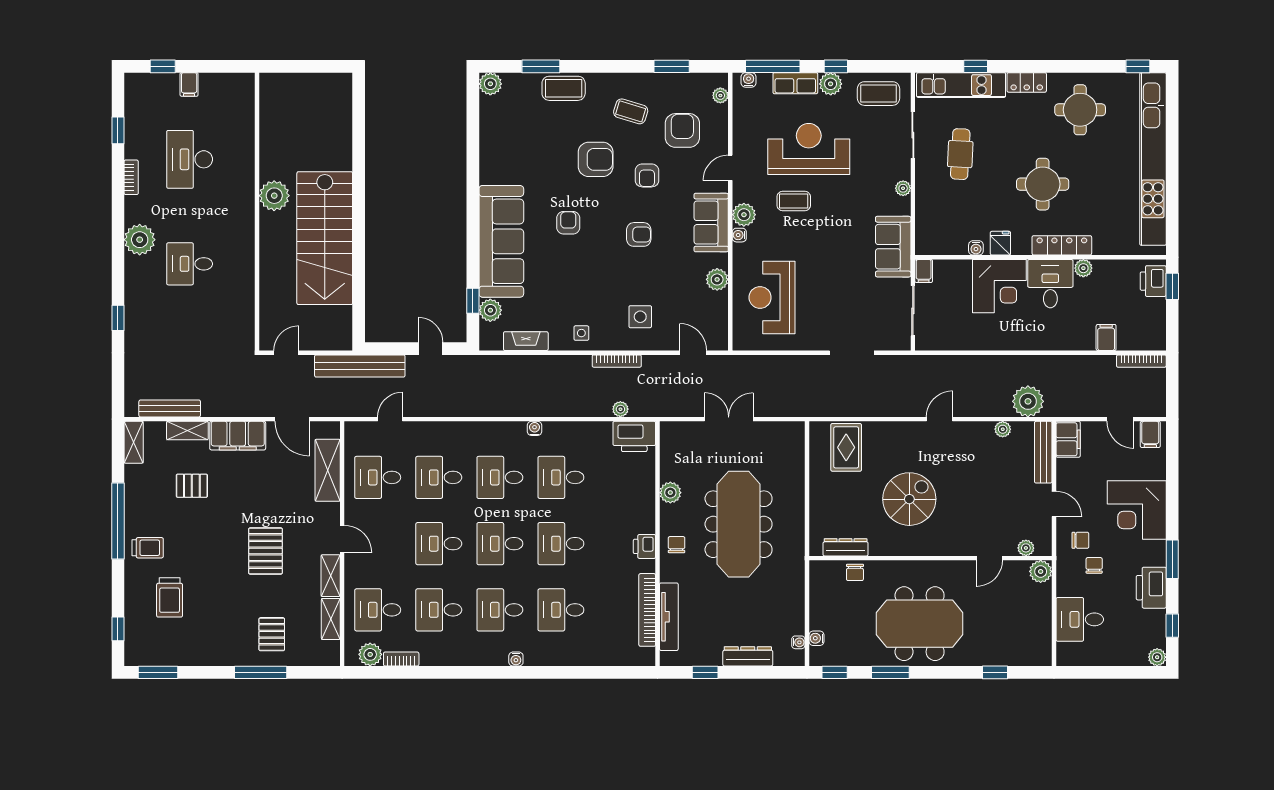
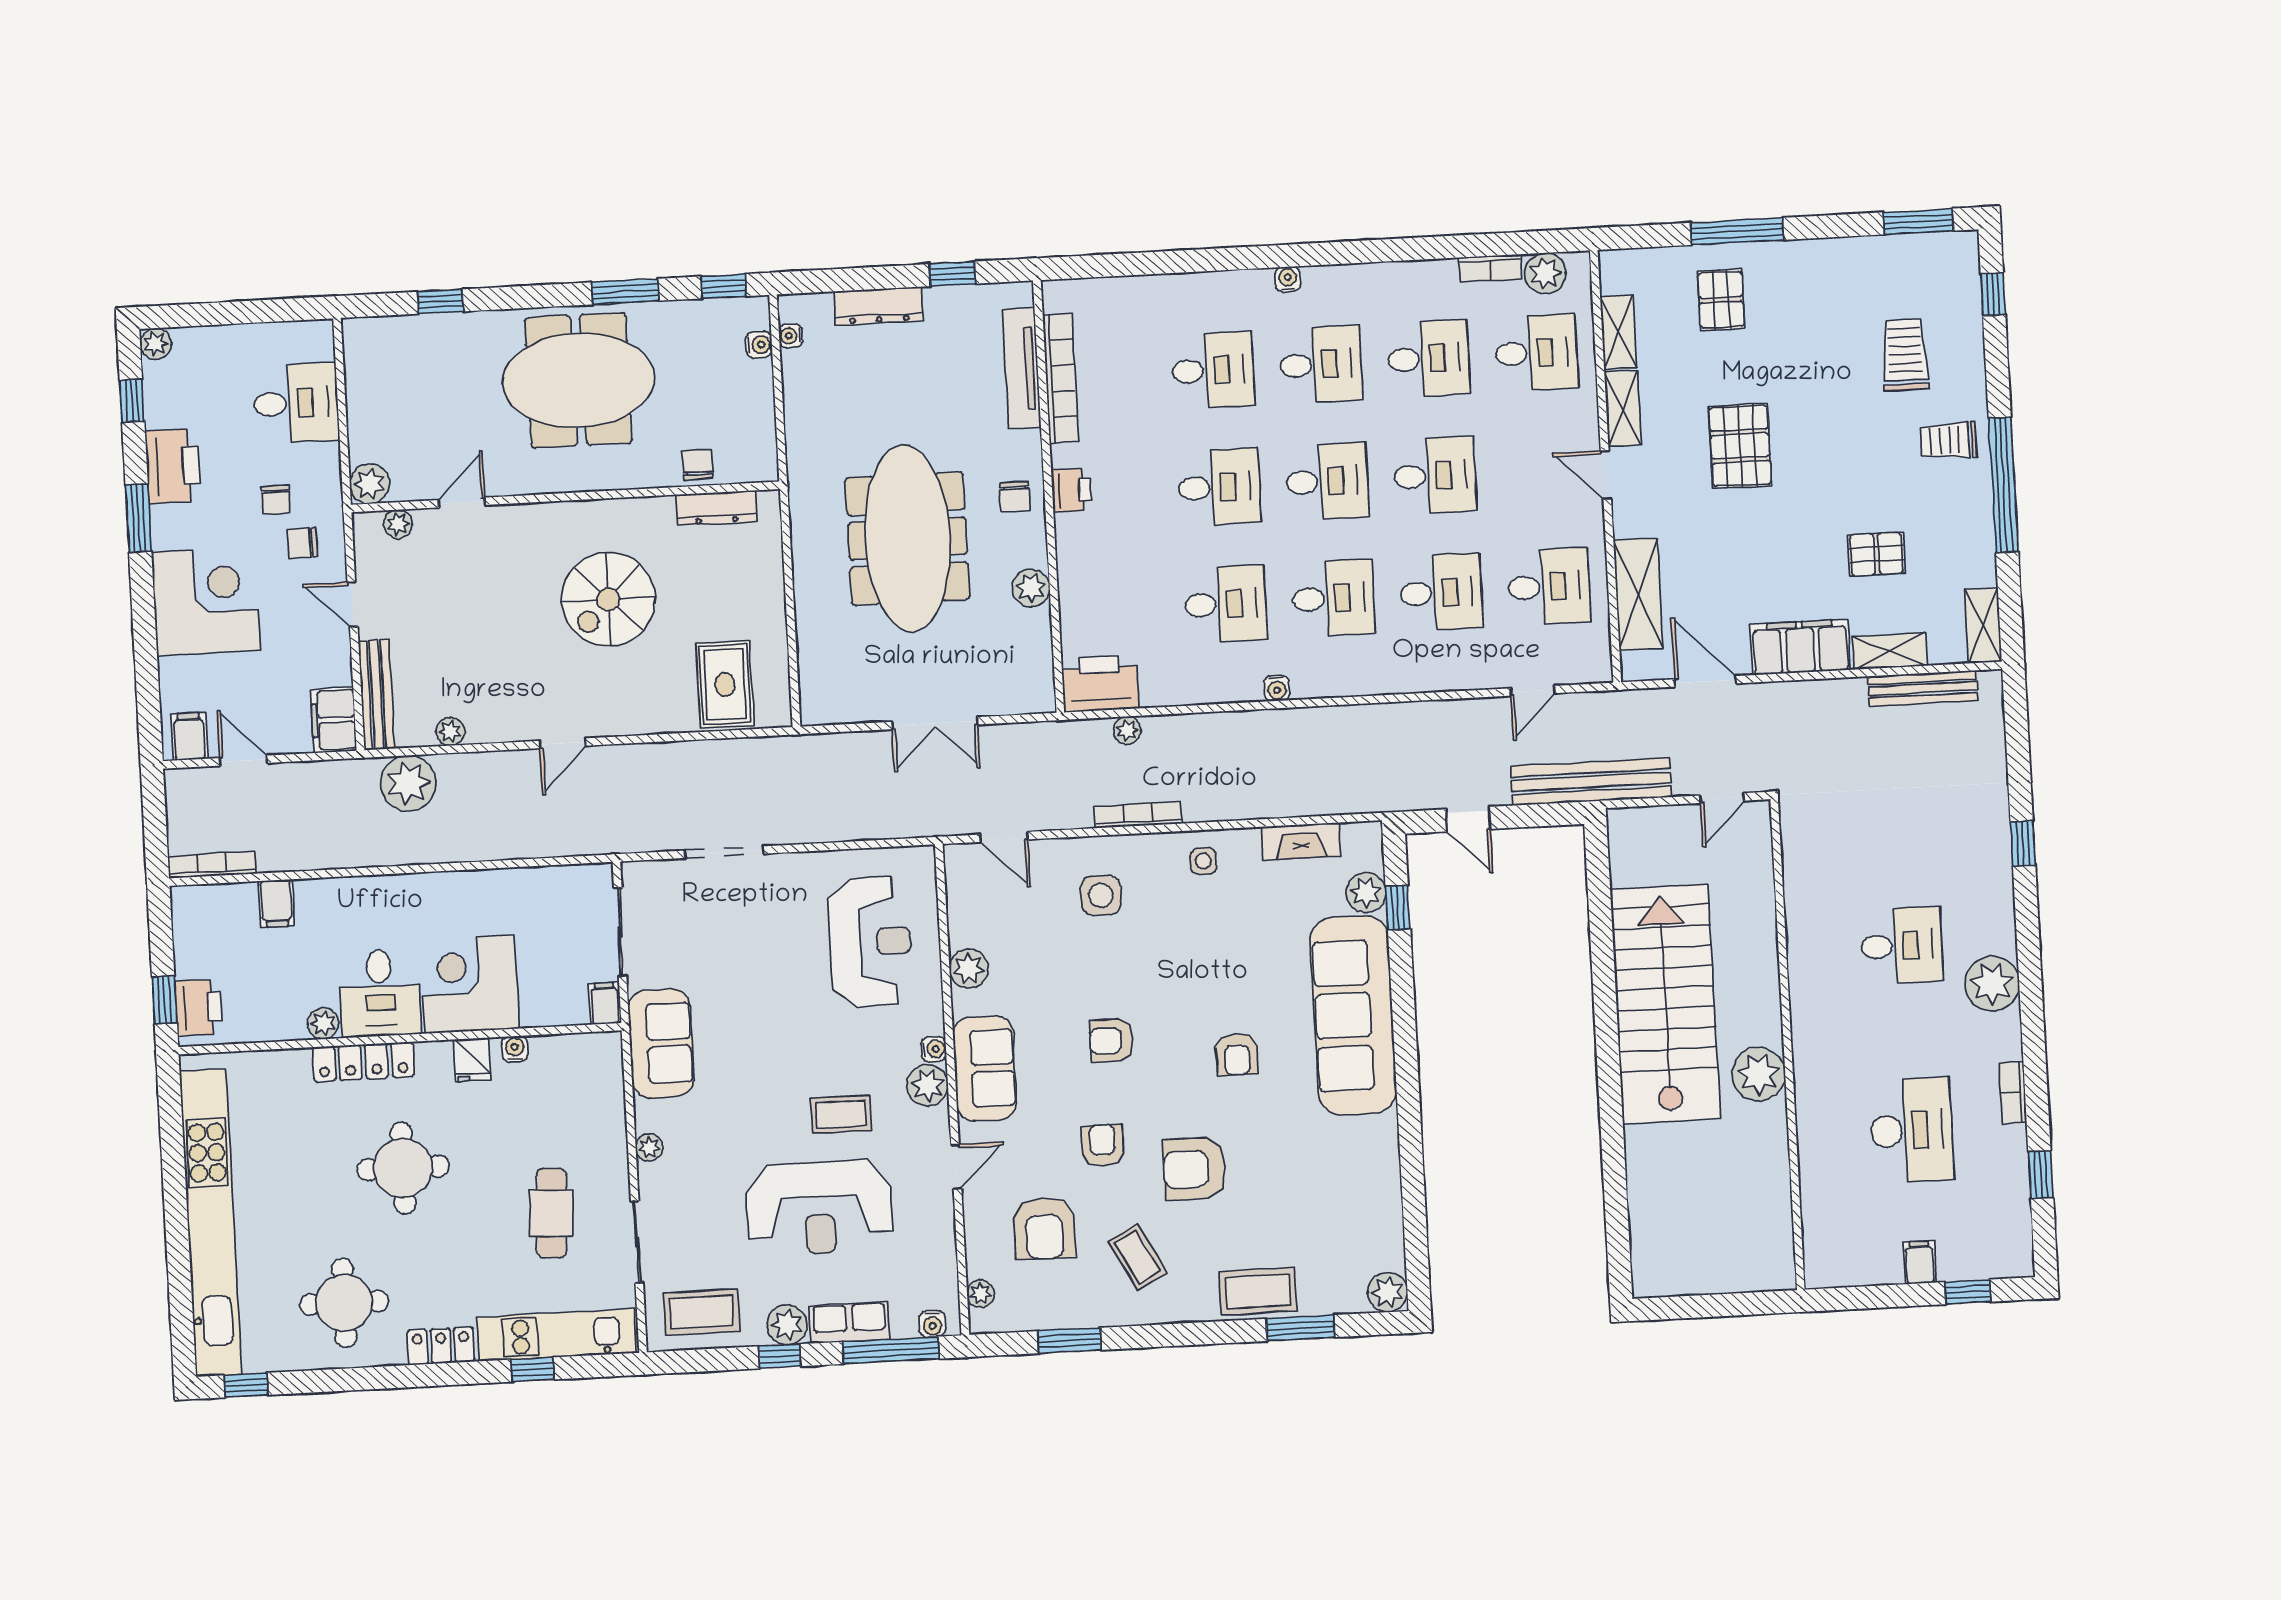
coffee table: (631, 111) -> (1137, 1257), turned 45

